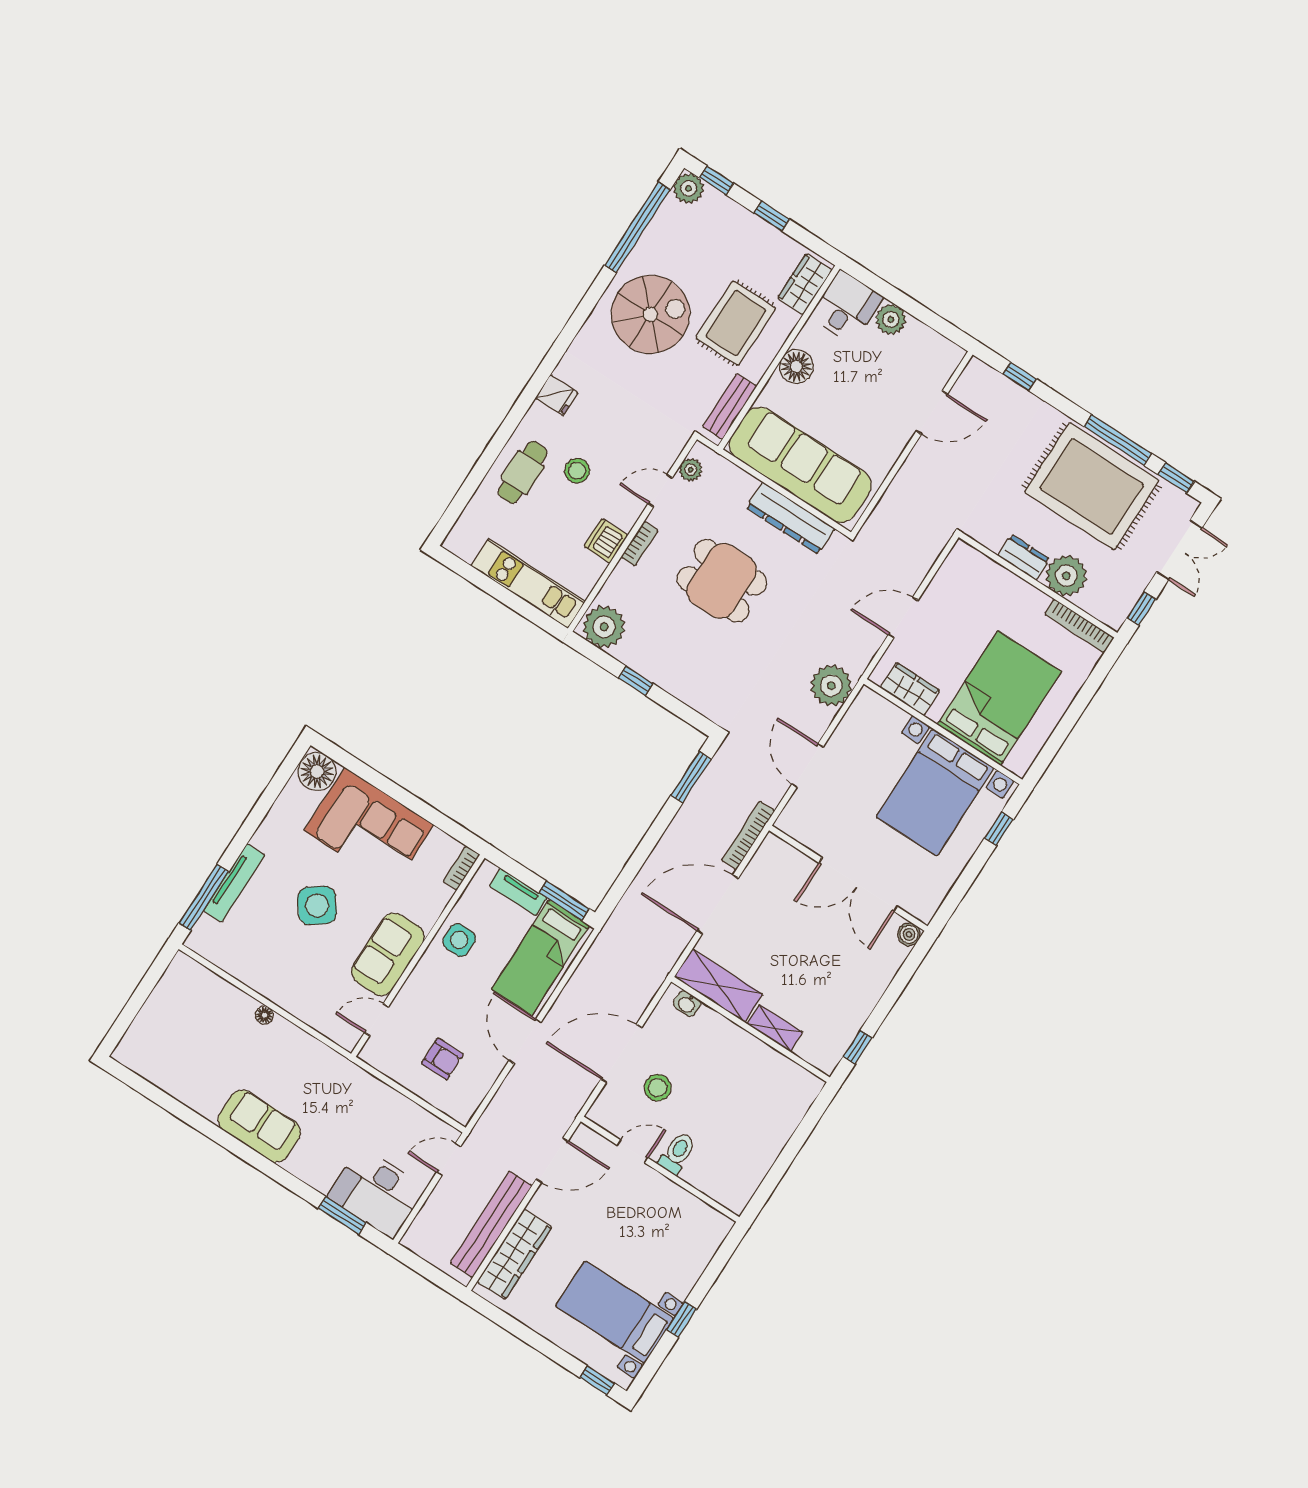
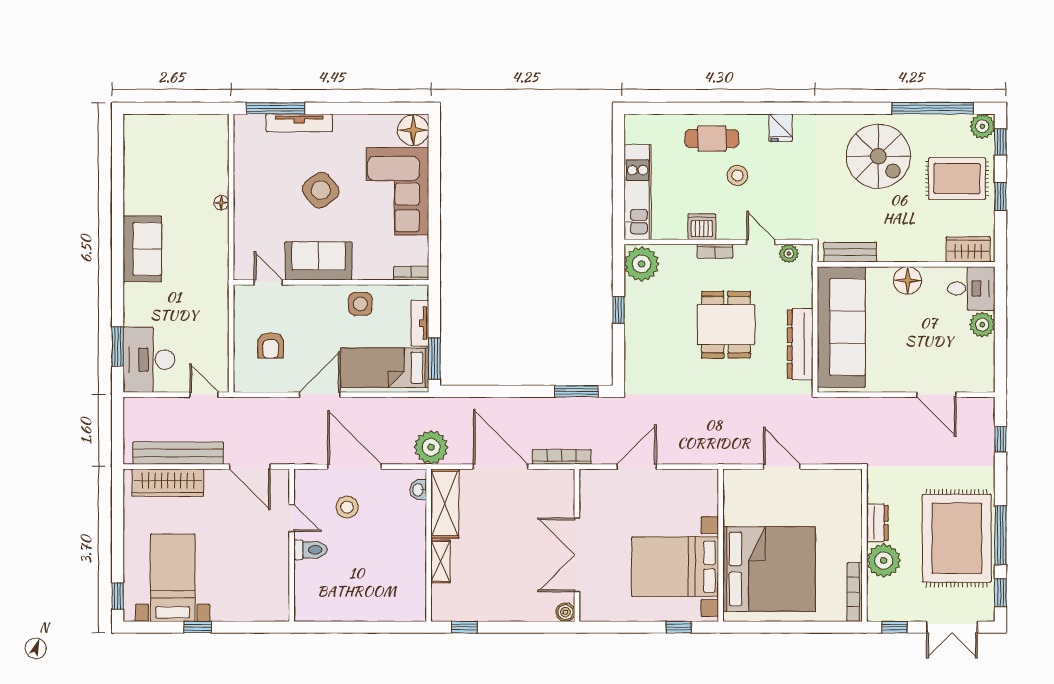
rug: (736, 323) -> (957, 179), moved
plant: (831, 686) -> (431, 447), moved
wardrobe: (910, 689) -> (735, 503), removed
bed: (999, 698) -> (769, 569), width x1.36

